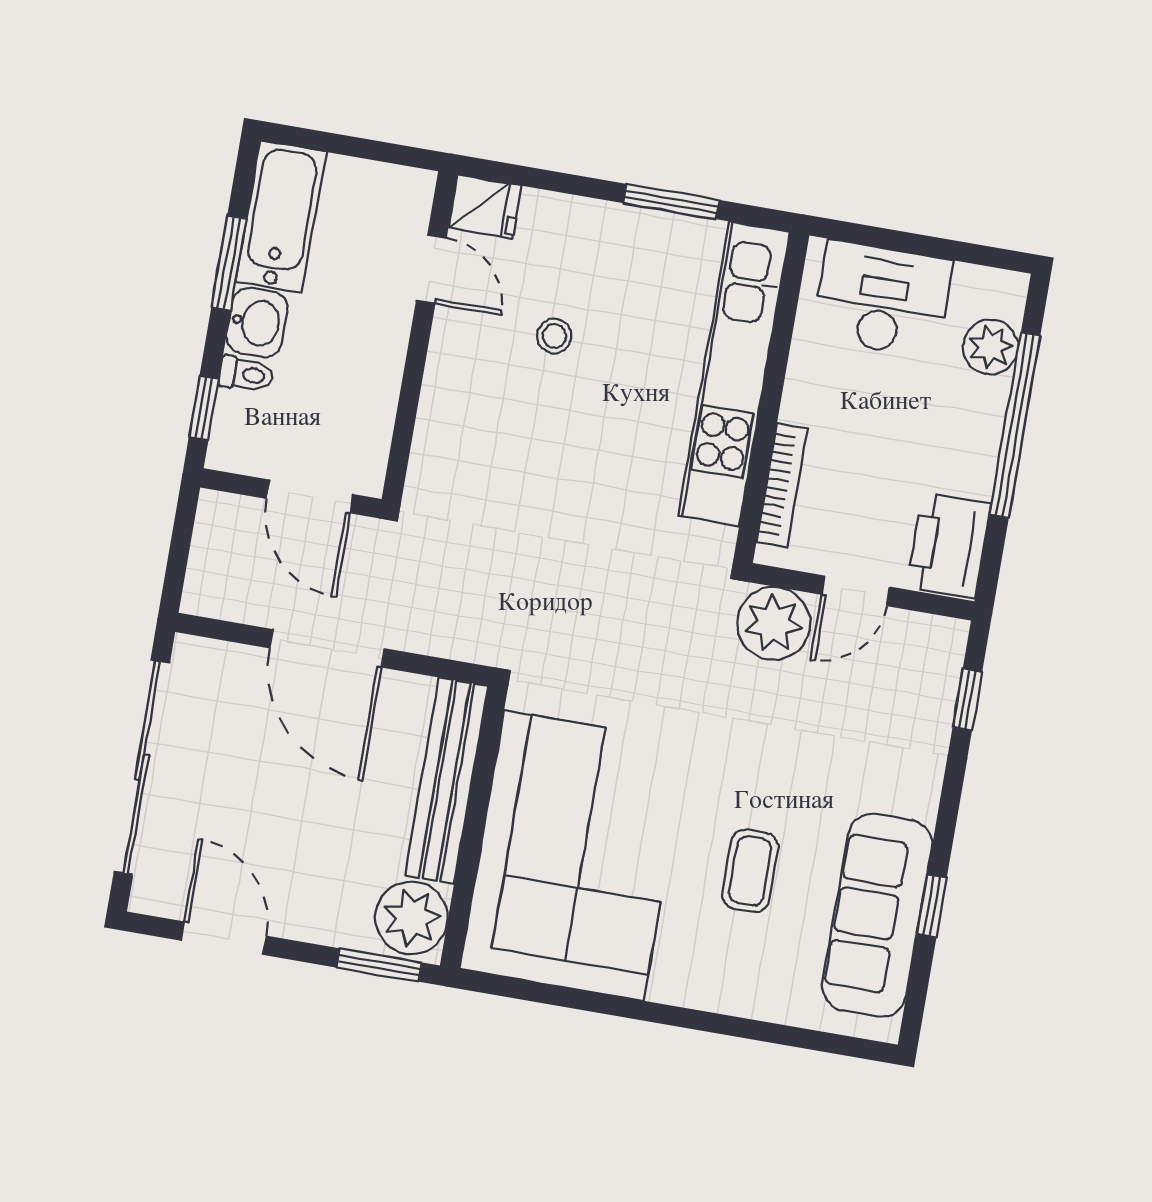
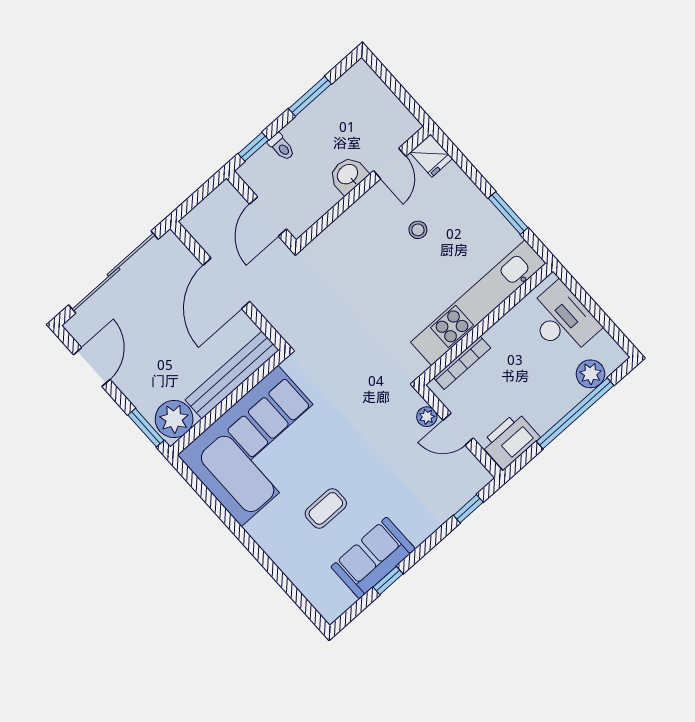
bathtub: (281, 217) -> (346, 94), removed
washbasin: (257, 322) -> (348, 175), moved, turned 180
plant: (774, 623) -> (427, 417), width x0.53, depth x0.53
sofa: (877, 915) -> (373, 558), width x0.73

